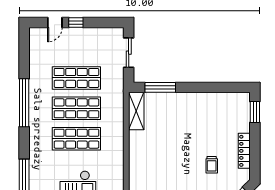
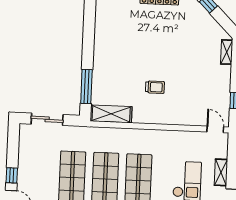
trolley: (212, 165) -> (155, 87), moved

